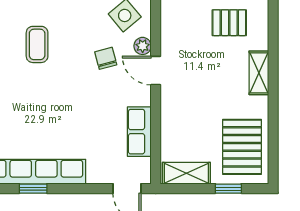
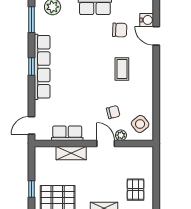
coffee table: (37, 44) -> (122, 69), turned 90
door: (156, 70) -> (106, 143), hinge flipped
shelving: (186, 173) -> (71, 153), moved, turned 90

